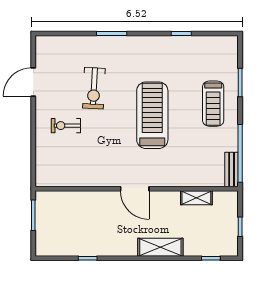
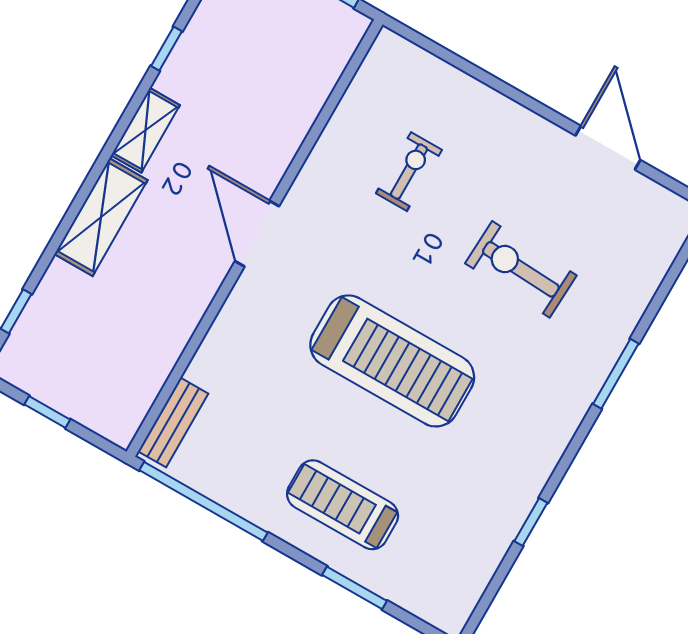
exercise bike: (66, 126) -> (409, 172), moved
bench: (232, 169) -> (173, 422), moved, turned 90
door: (135, 189) -> (257, 234), hinge flipped
shelving: (196, 198) -> (145, 130), moved

